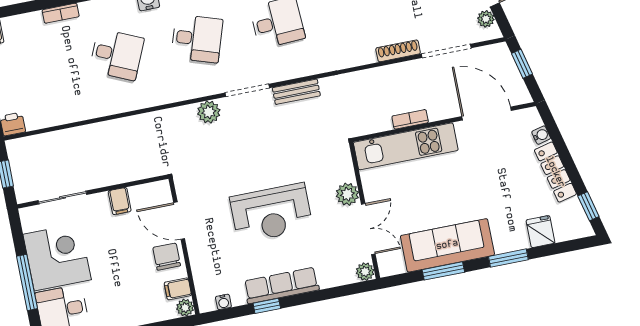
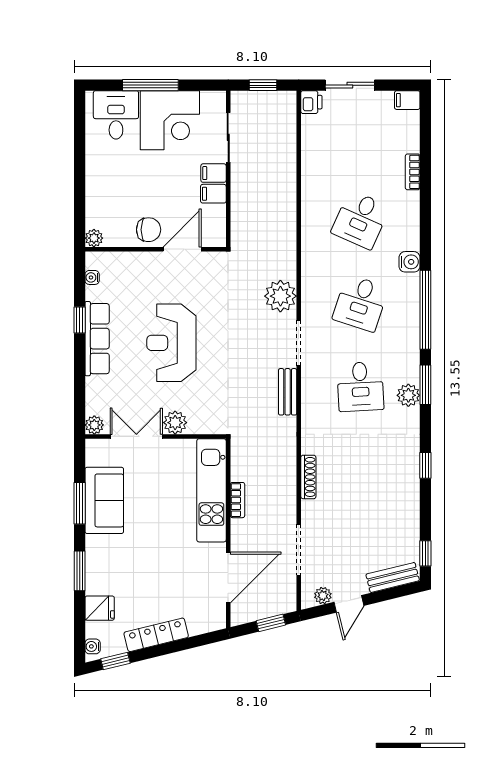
shoe rack: (398, 51) -> (308, 477), moved
plant: (209, 112) -> (280, 296), width x1.36, depth x1.36
water cooler: (541, 135) -> (93, 646), moved, turned 104
double door: (368, 229) -> (136, 436), swing flipped
sofa: (447, 245) -> (104, 500), width x0.73
filing cabinet: (178, 289) -> (214, 173), moved, turned -90

